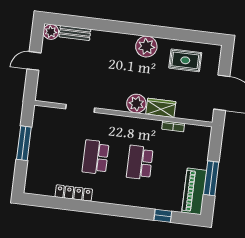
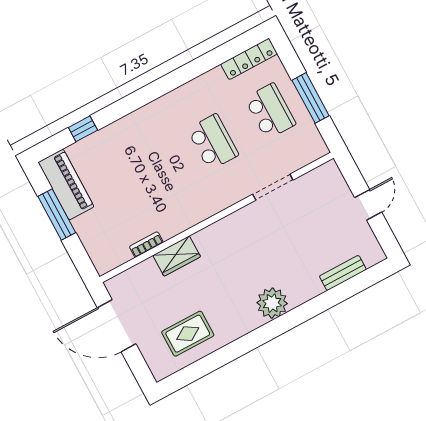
plant: (51, 32) -> (373, 254), removed
plant: (146, 47) -> (272, 303), moved
plant: (136, 104) -> (210, 240), removed
school desk: (140, 163) -> (270, 111), moved
locker: (74, 193) -> (249, 59), moved

